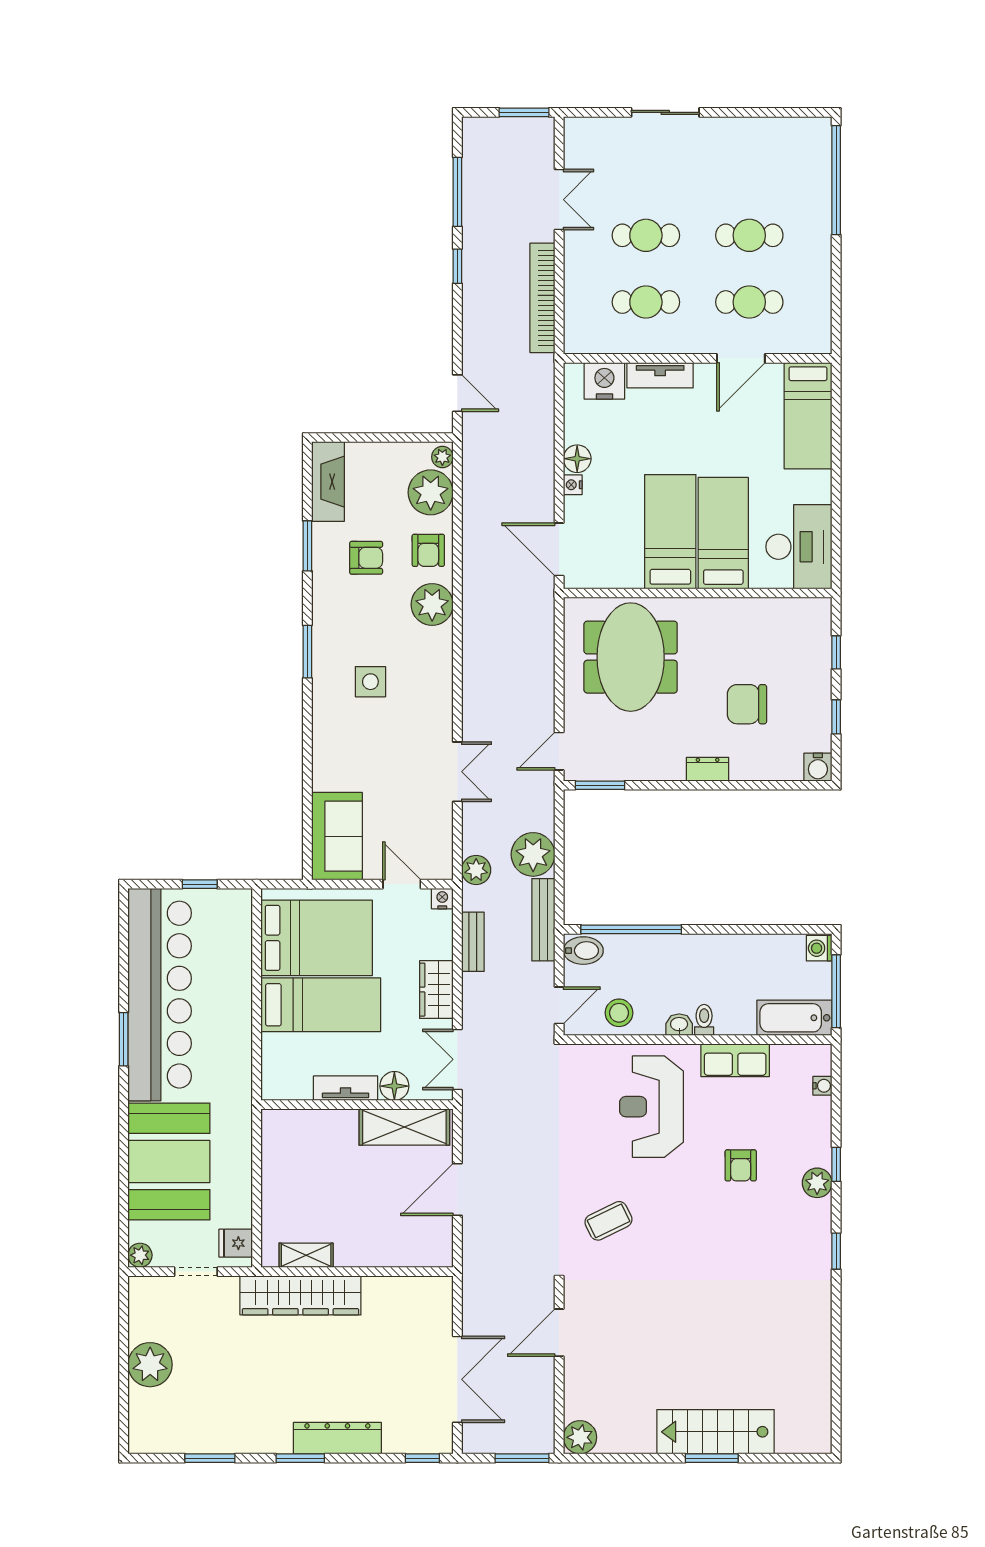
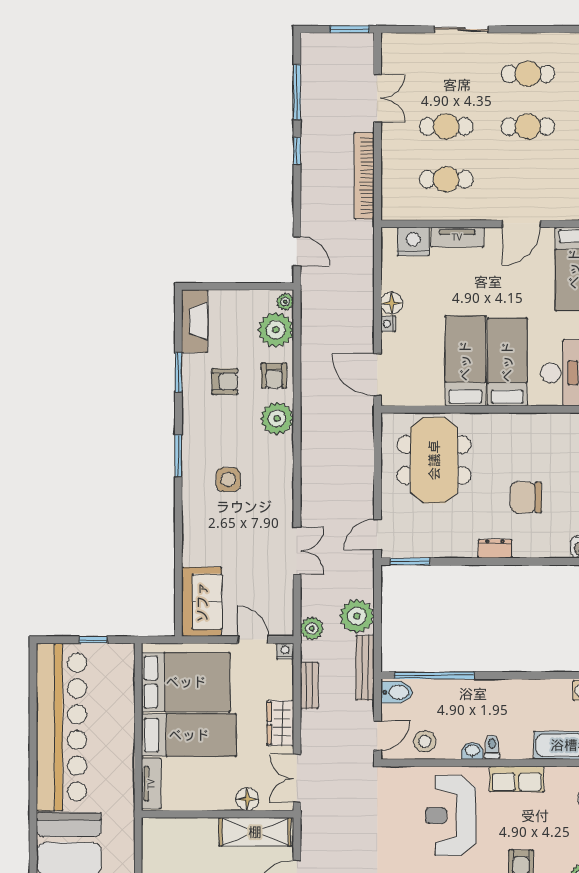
cafe table: (749, 302) -> (528, 74), moved
window: (124, 1039) -> (33, 762), removed
tv unit: (346, 1088) -> (151, 784), moved, turned 90

